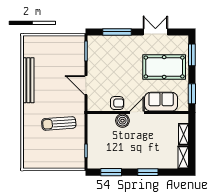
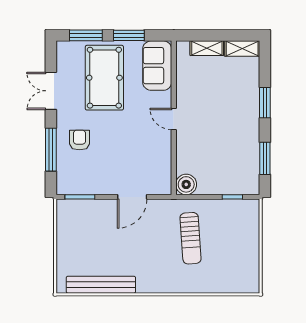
bench: (28, 80) -> (101, 285), moved
window: (192, 94) -> (129, 35), moved
sofa: (161, 102) -> (157, 66), moved
armchair: (117, 103) -> (79, 140), moved
boiler: (122, 121) -> (186, 184), moved

